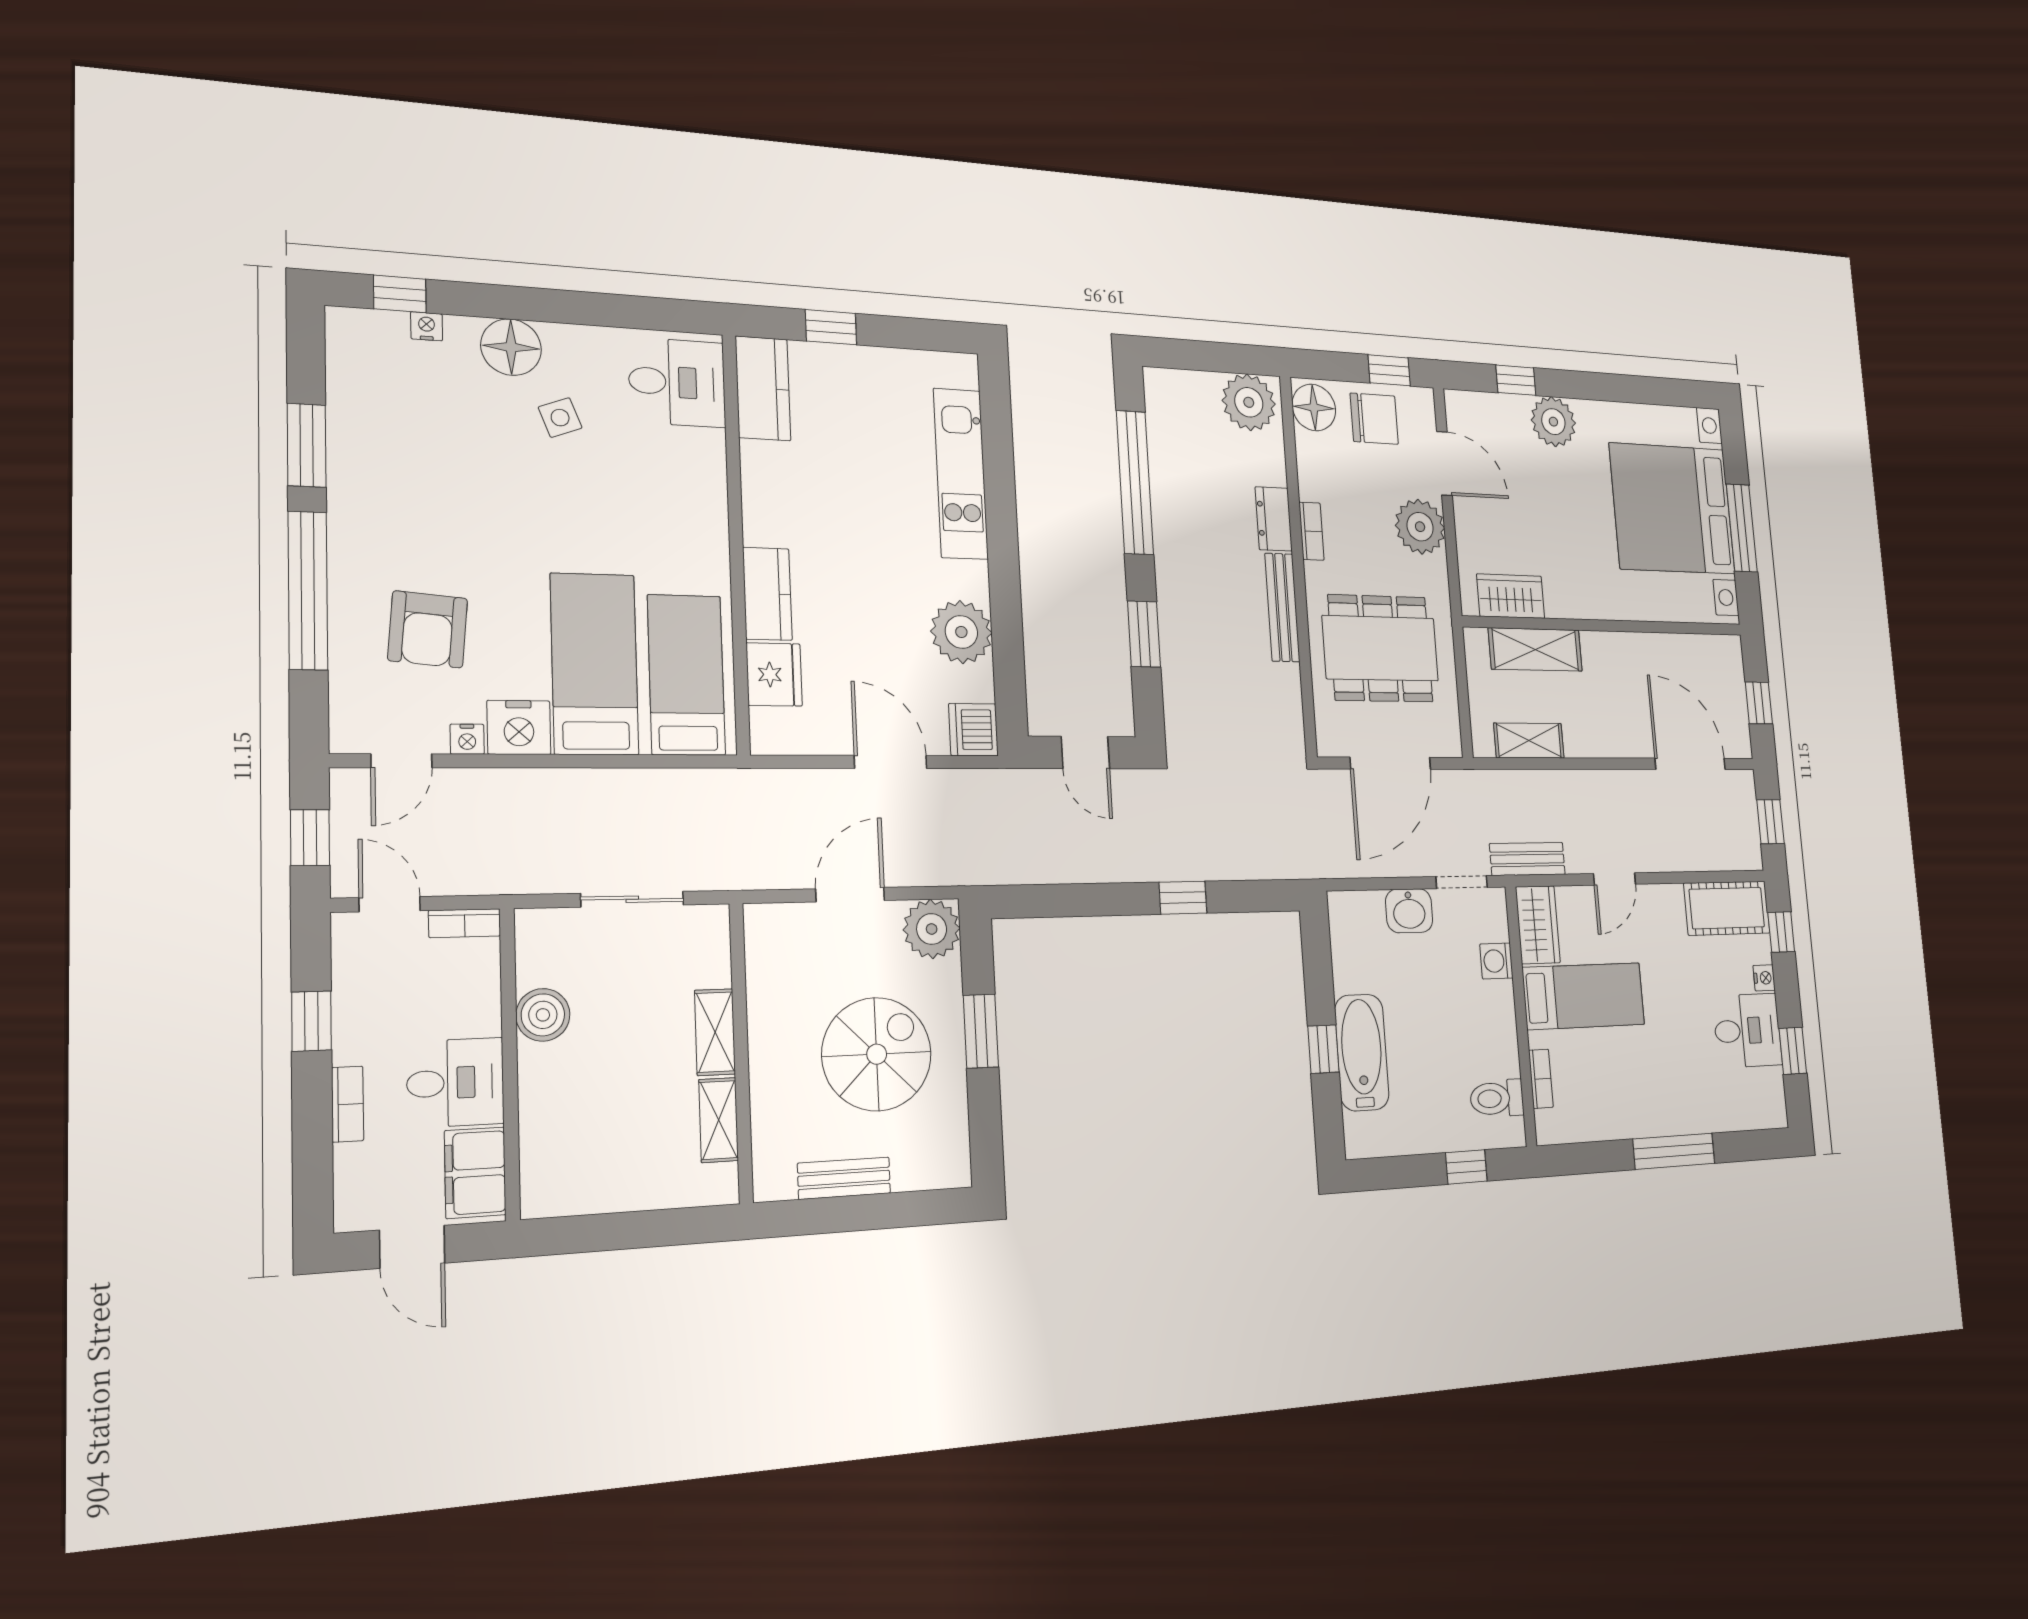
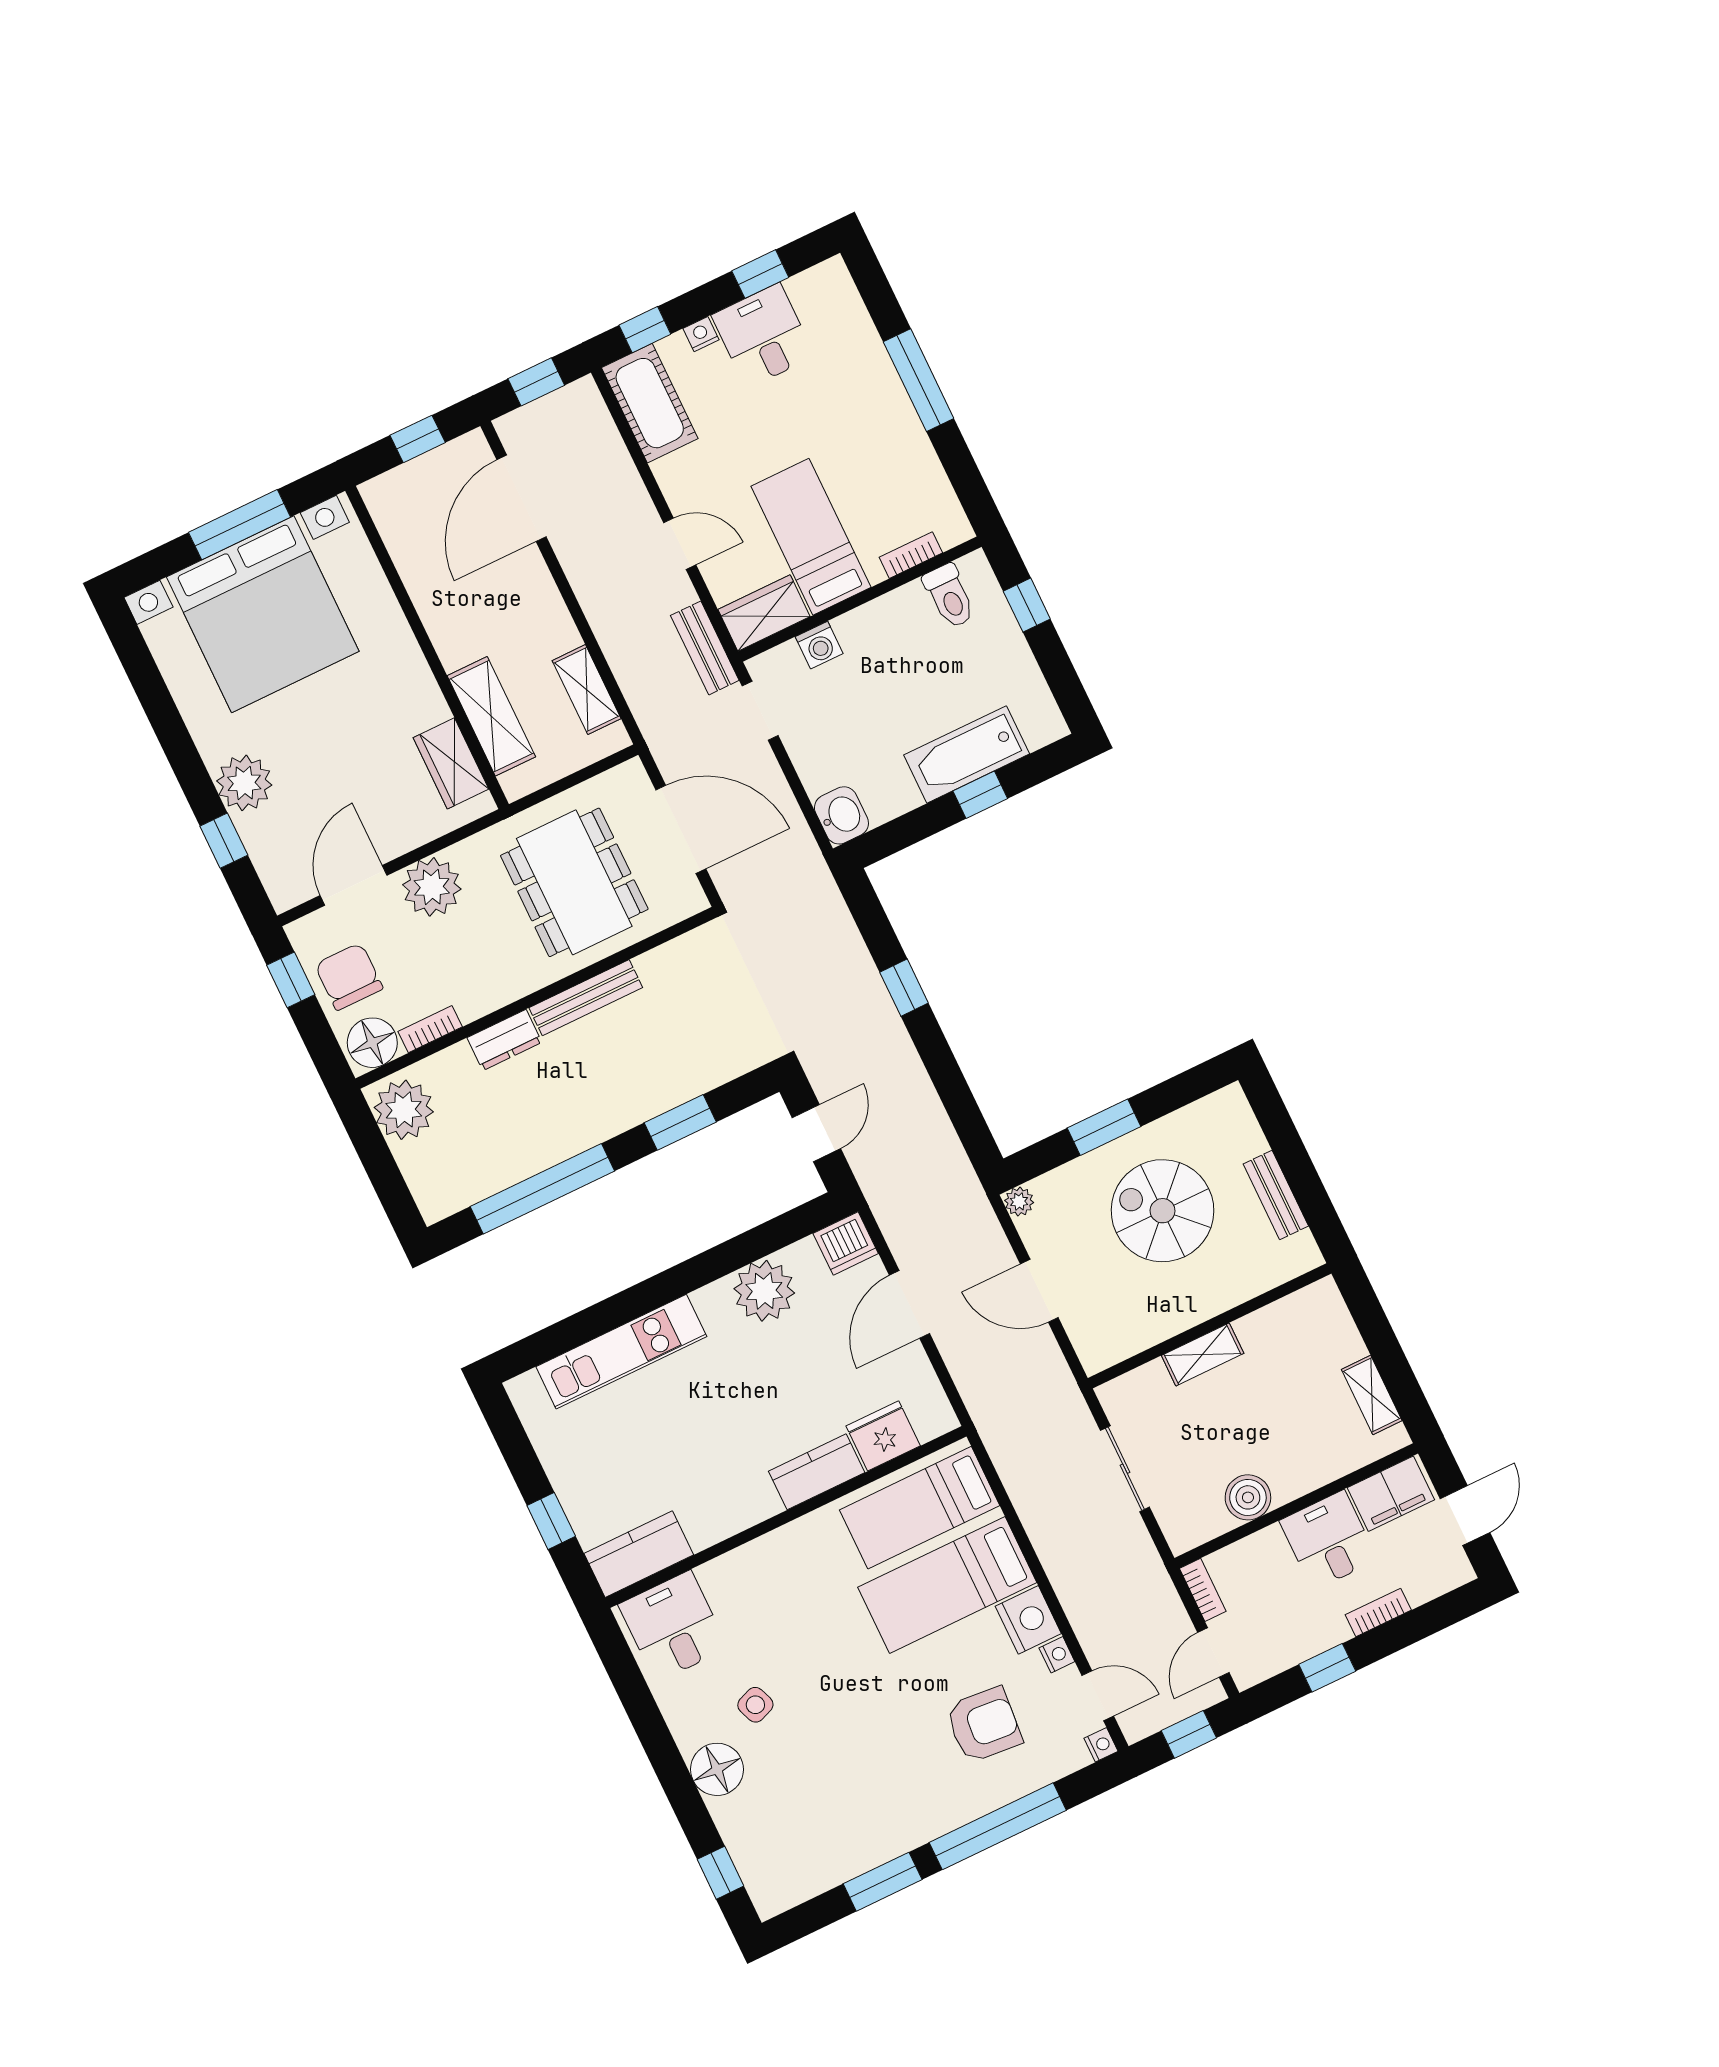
nightstand: (427, 326) -> (1101, 1745), moved, turned 180
bookcase: (1311, 531) -> (430, 1029), moved
washbasin: (1409, 911) -> (841, 815), moved
plant: (932, 929) -> (1019, 1202), width x0.53, depth x0.53
shelving: (719, 1120) -> (1372, 1395), moved, turned 90

